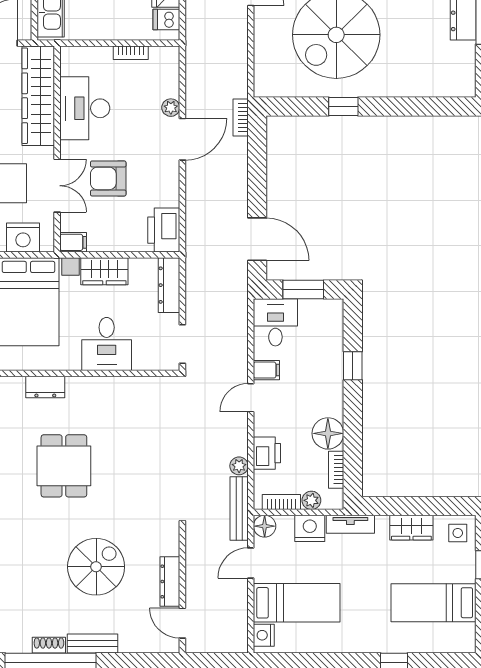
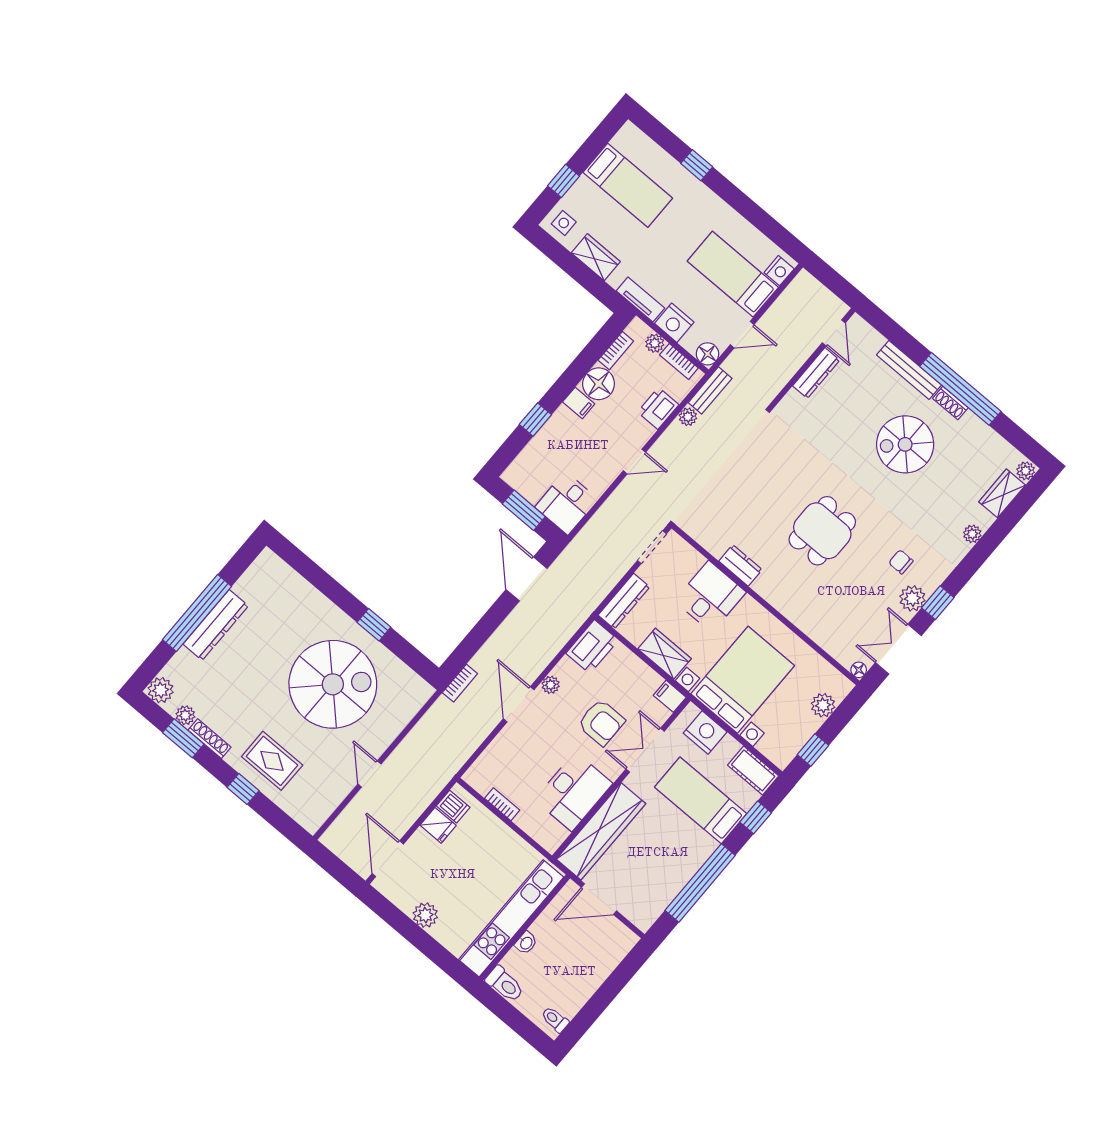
plant: (171, 108) -> (551, 685), moved
door: (182, 139) -> (519, 704), hinge flipped
filing cabinet: (266, 370) -> (579, 403), moved, turned 180
dresser: (45, 387) -> (740, 565), moved
bench: (239, 509) -> (710, 390), width x0.73
spiral stairs: (96, 567) -> (905, 444), moved
bench: (92, 644) -> (909, 370), width x1.36

